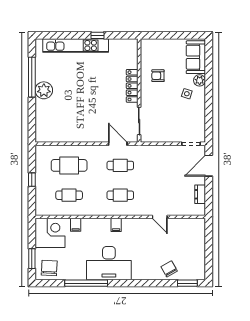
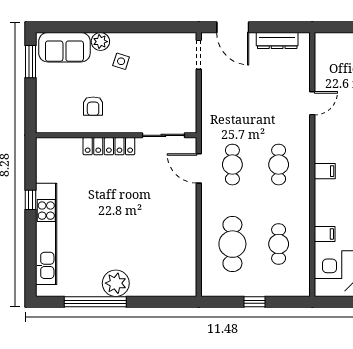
window: (187, 35) -> (31, 62), added
door: (118, 144) -> (199, 168), hinge flipped
dresser: (200, 194) -> (277, 41), width x1.44

